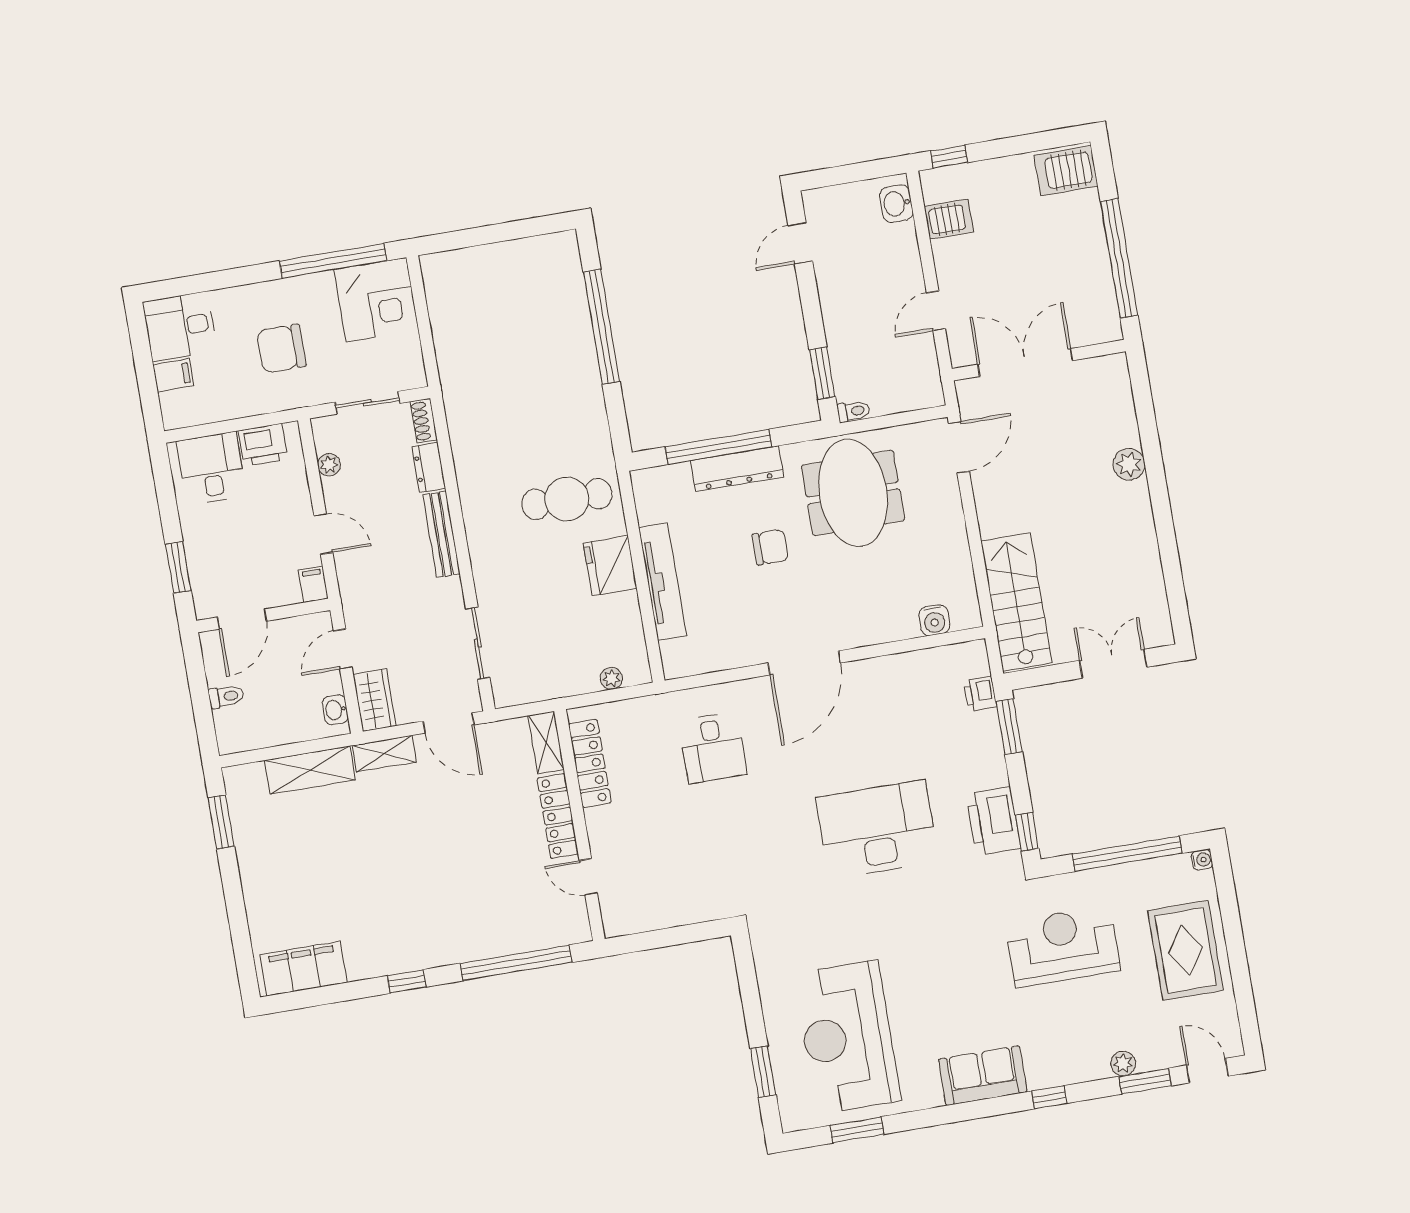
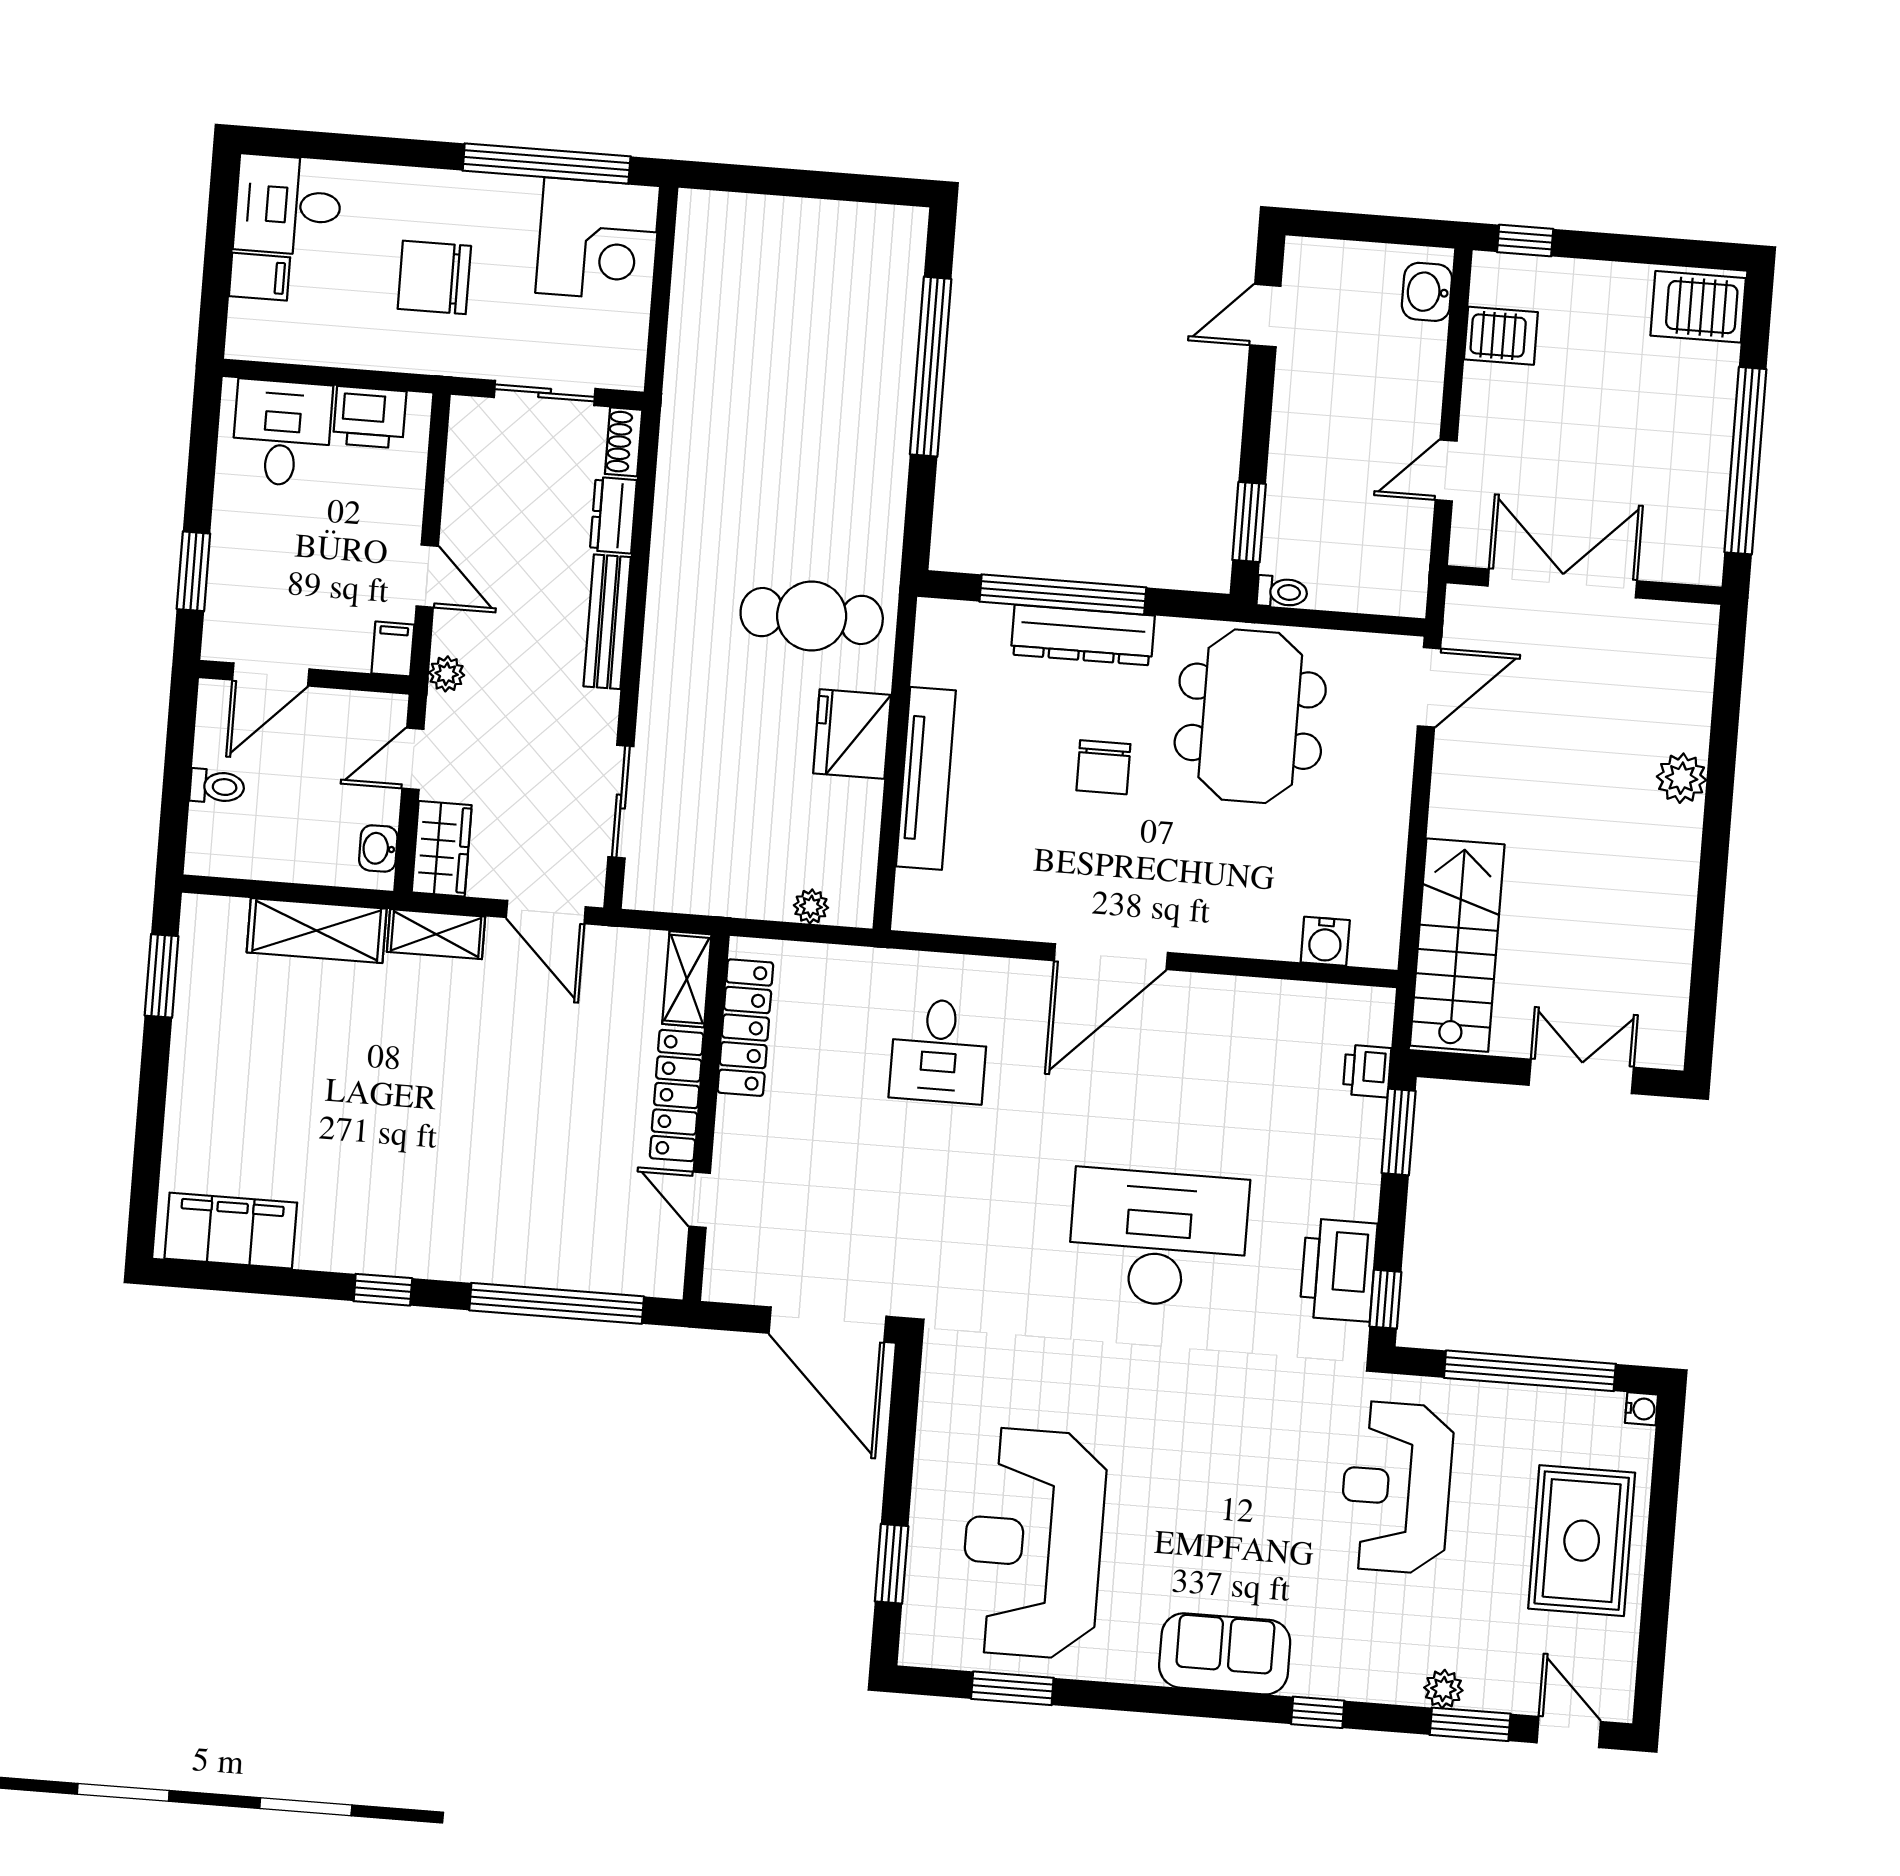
plant: (329, 465) -> (447, 674), moved
chair: (770, 547) -> (1103, 767), turned 90
door: (686, 934) -> (828, 1325), added
reception desk: (1063, 946) -> (1396, 1487), turned -90

